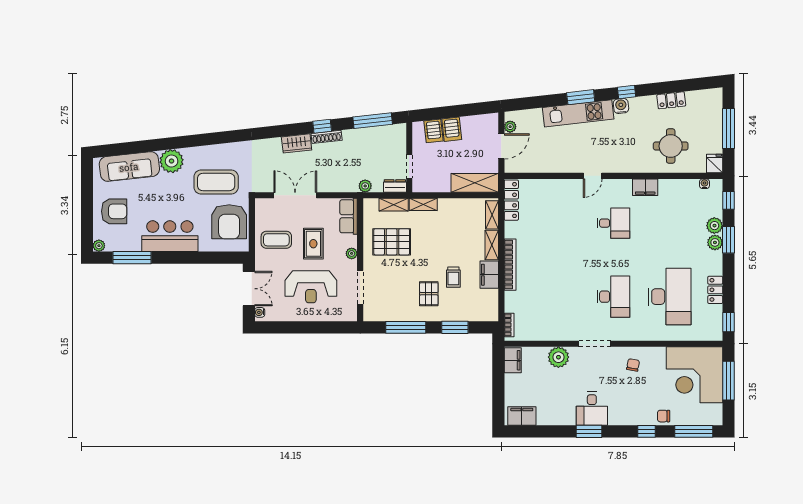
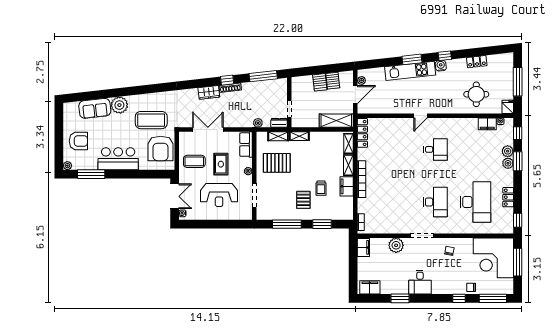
server rack: (434, 131) -> (333, 81), moved
sofa: (129, 167) -> (95, 108), width x0.73
filing cabinet: (645, 187) -> (487, 124), moved
window: (589, 431) -> (400, 298), moved

